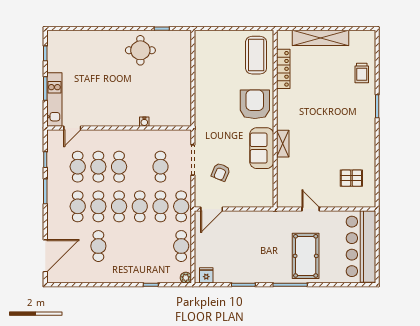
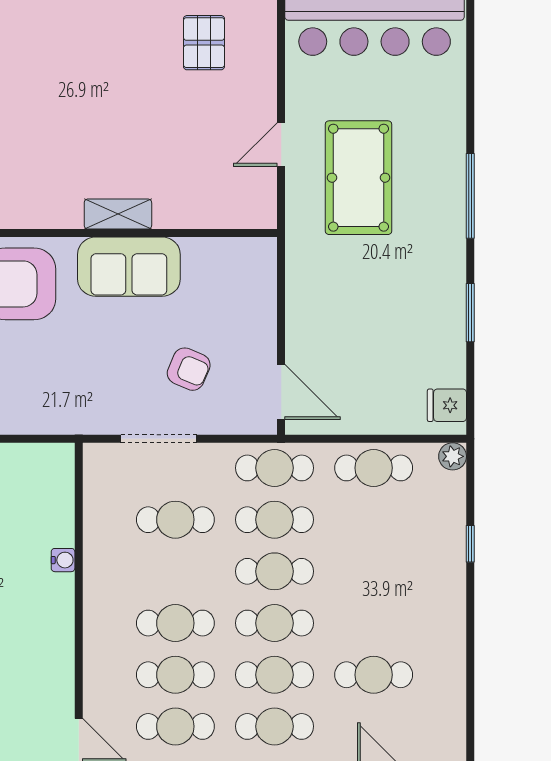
pool table: (306, 256) -> (358, 178), moved, turned 90

